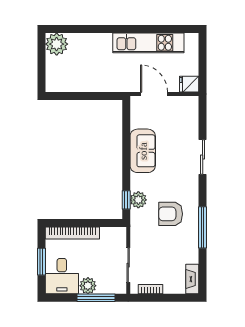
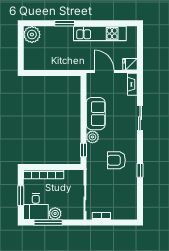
window: (101, 29) -> (65, 23), added
plant: (138, 200) -> (92, 137), moved
window: (203, 227) -> (140, 170), width x0.46
fireplace: (192, 279) -> (132, 84), moved
window: (96, 298) -> (48, 222), moved

